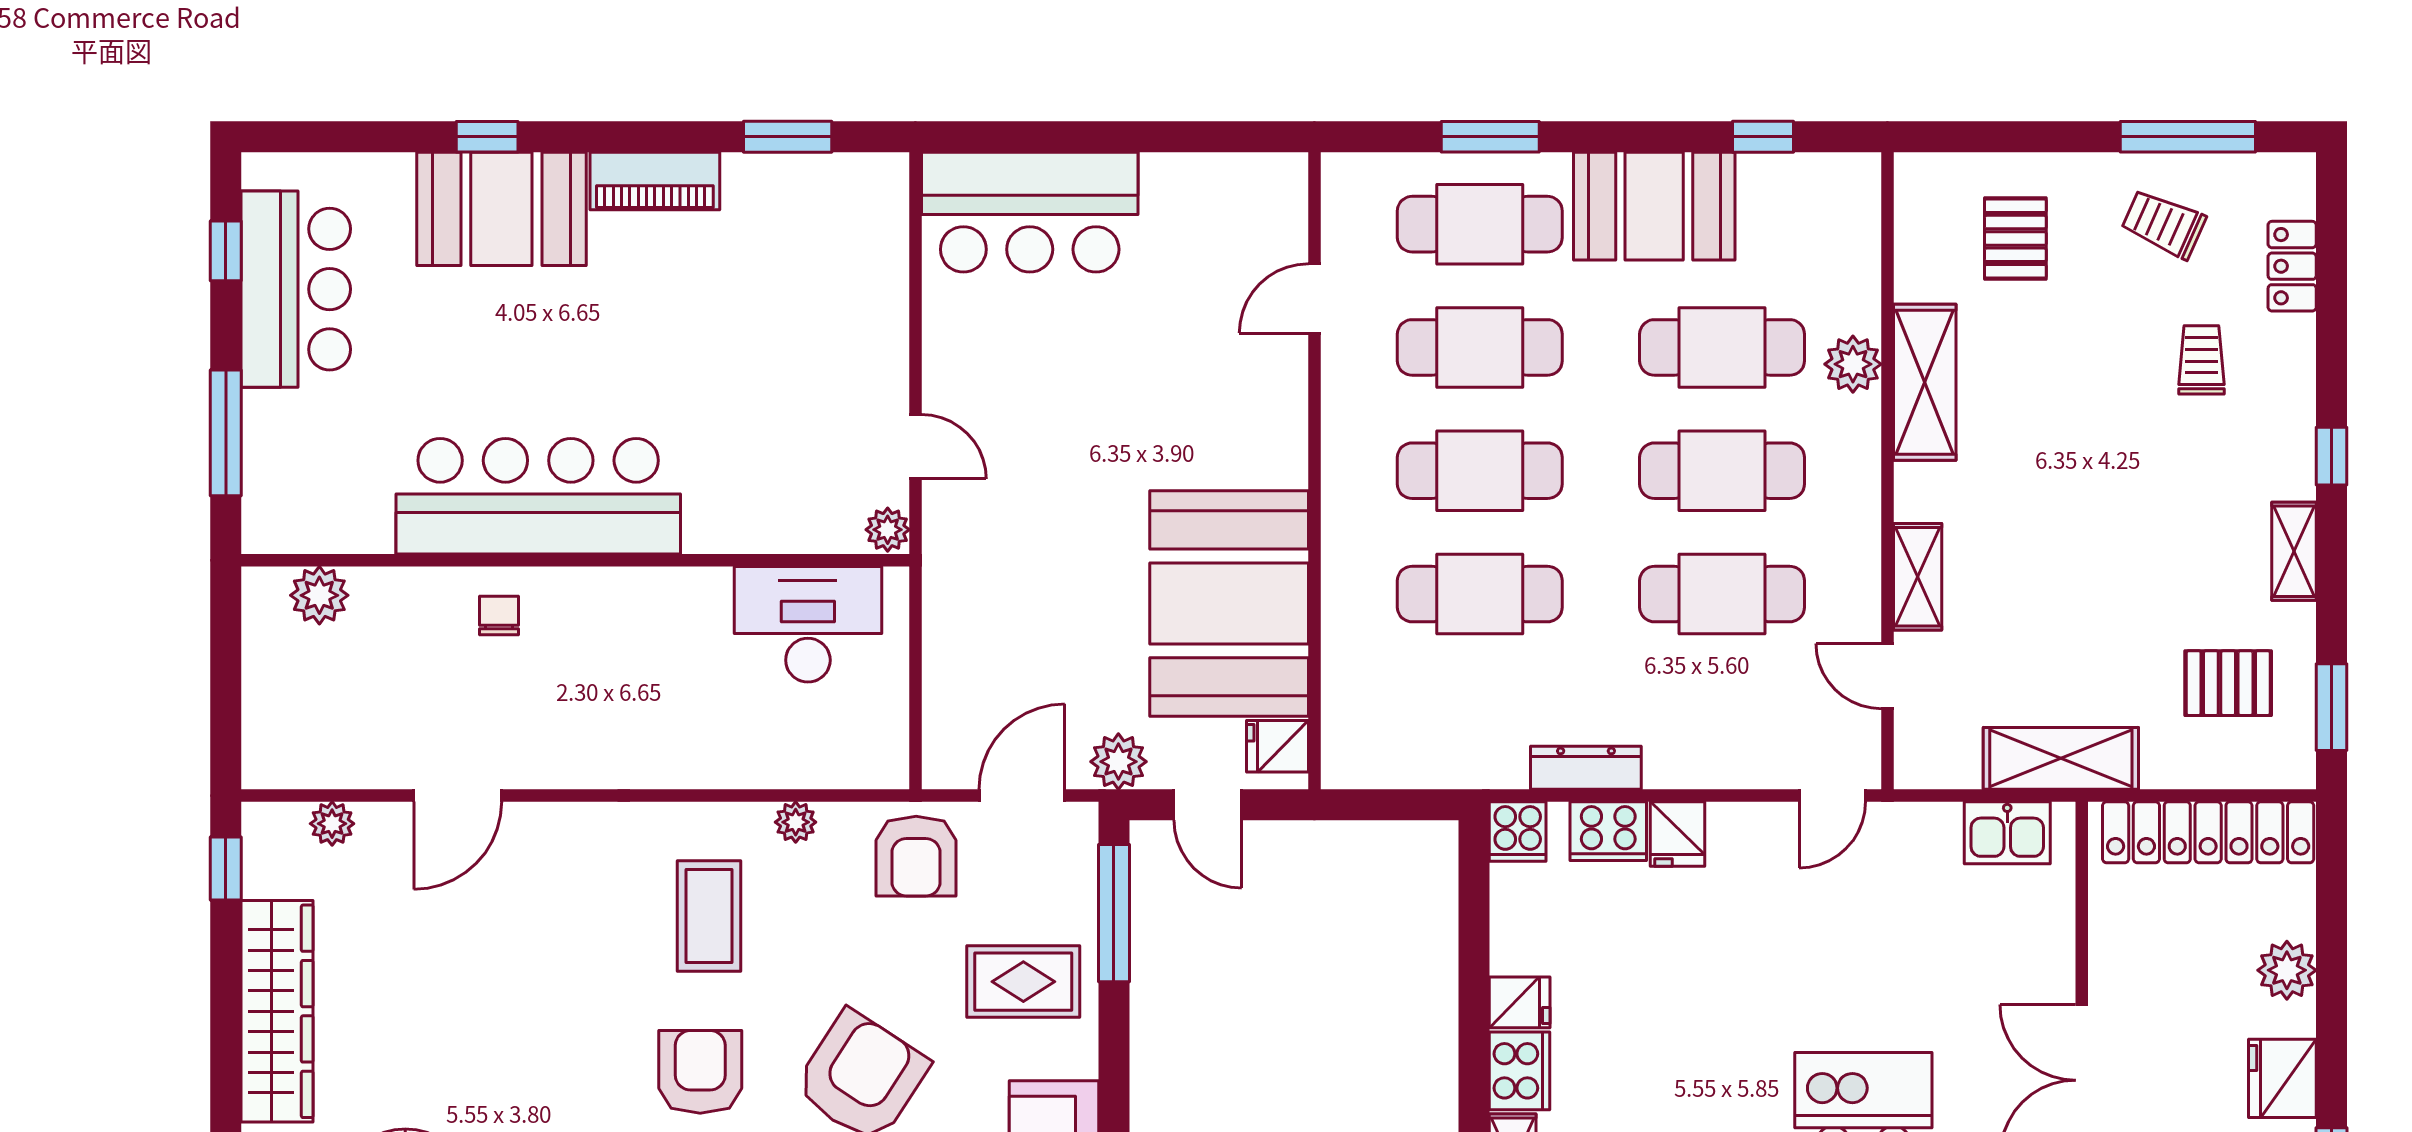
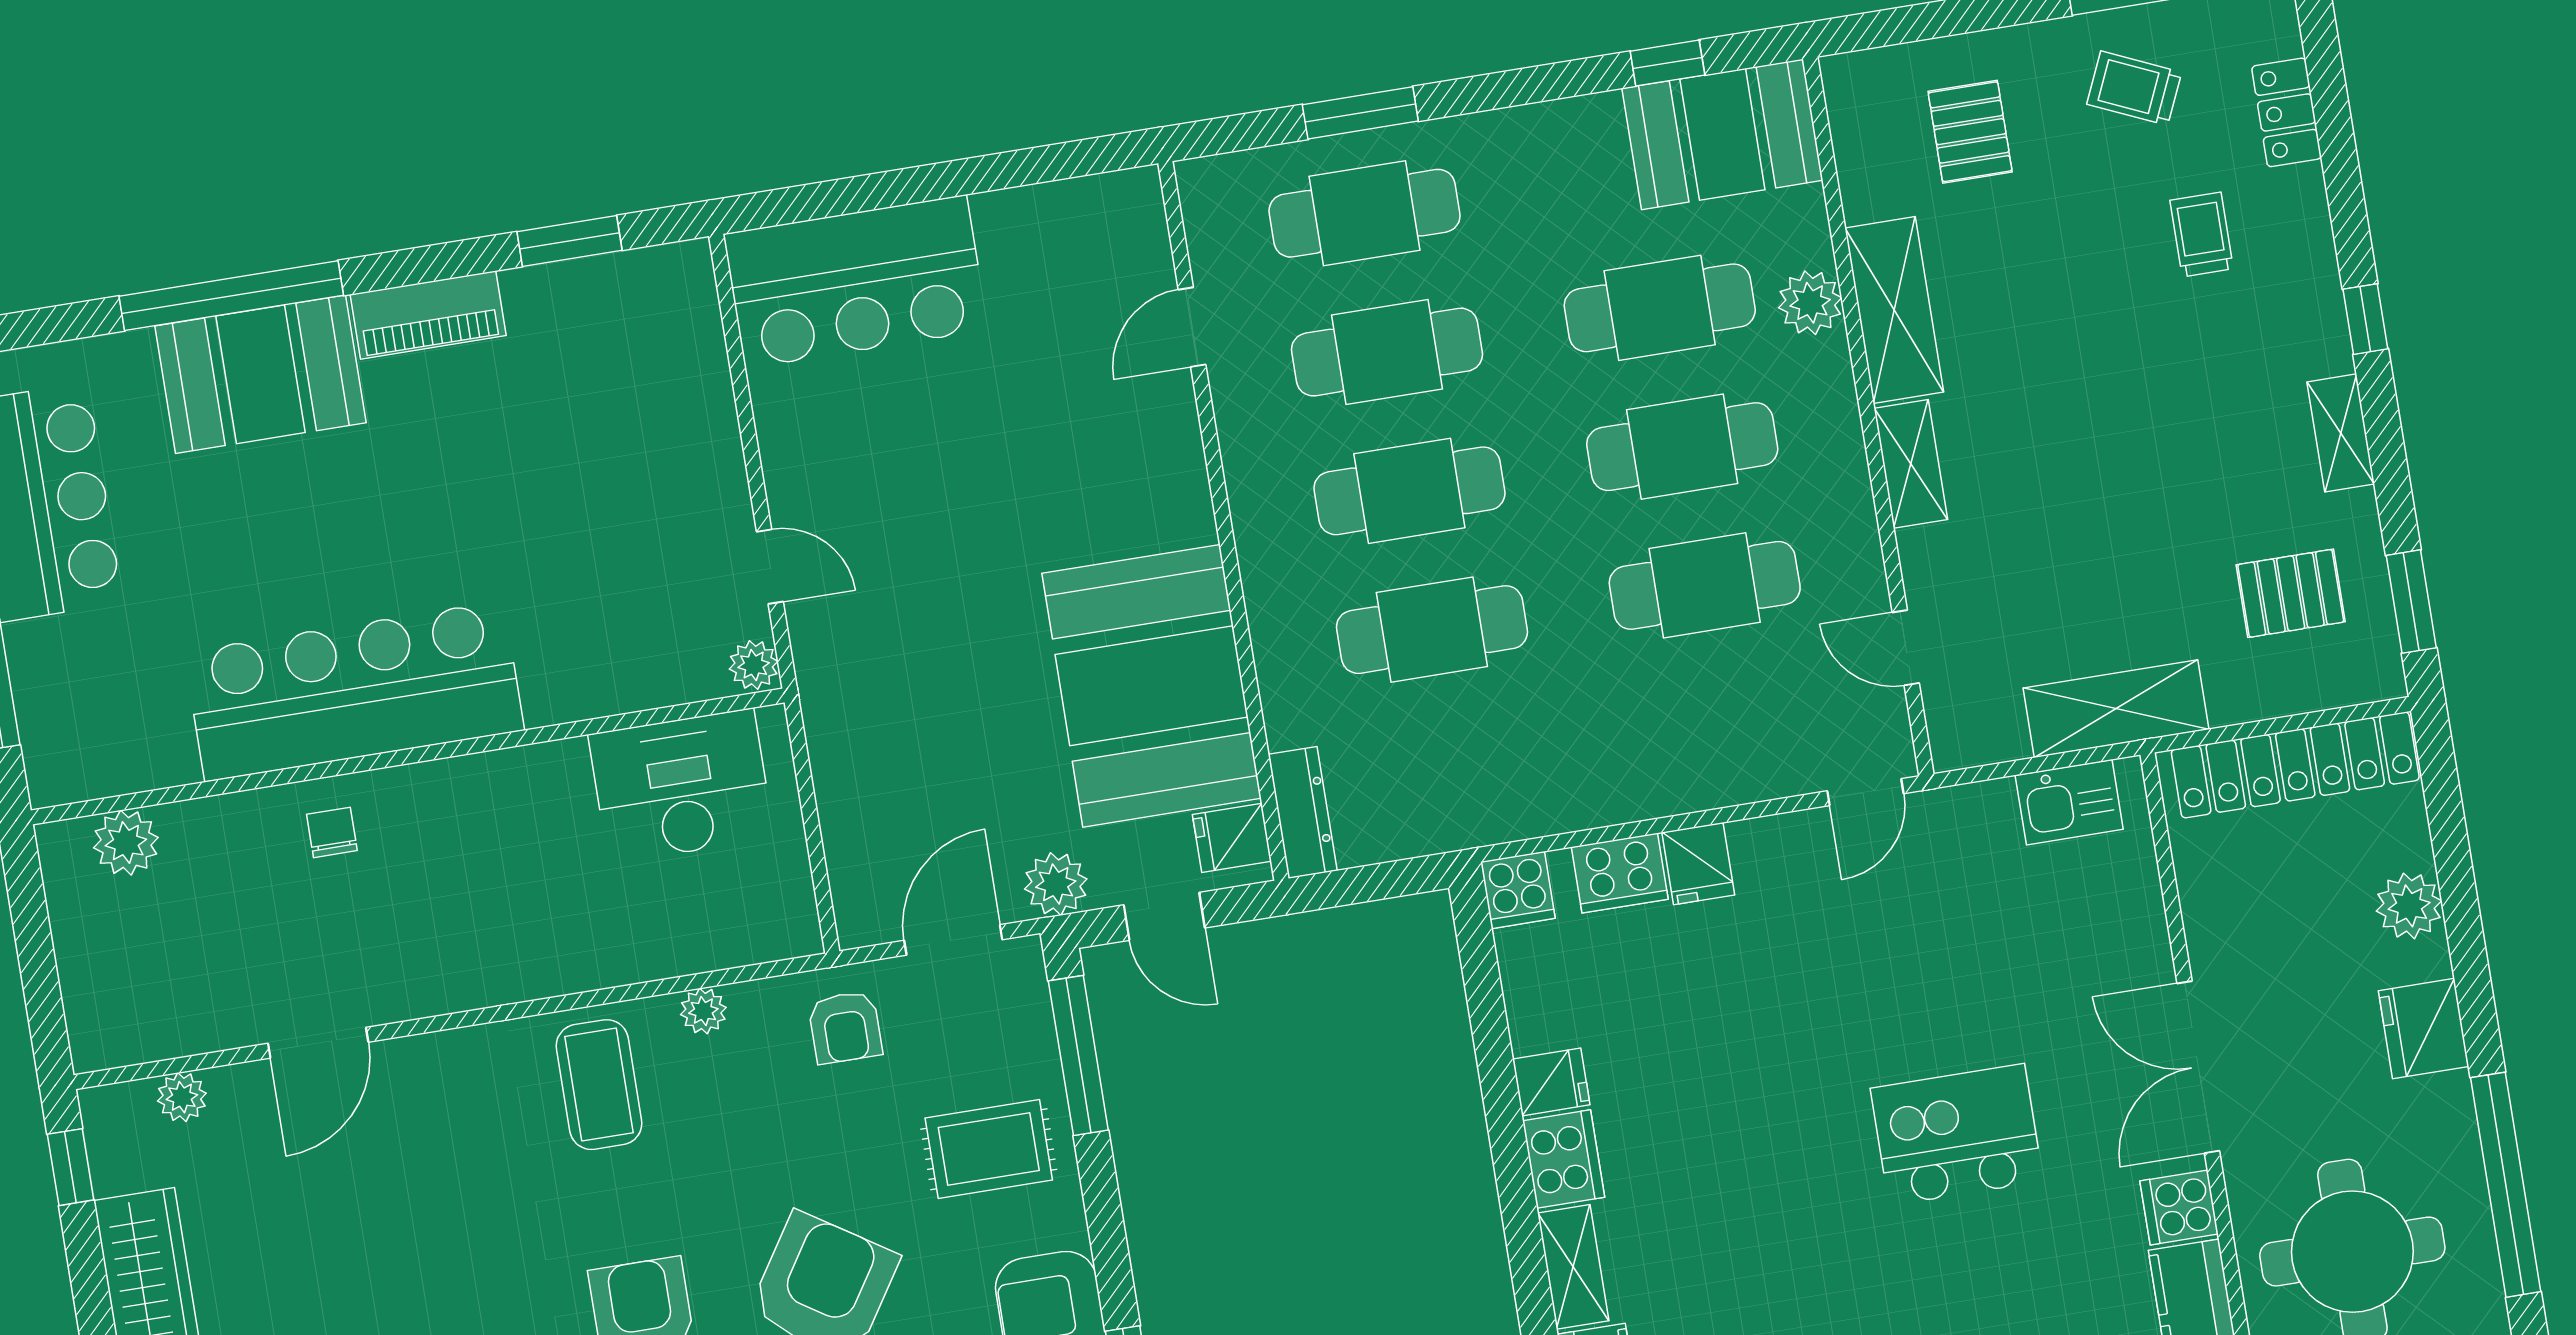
window: (487, 137) -> (231, 296), width x3.17
booth: (1654, 206) -> (1722, 134), moved
shelving: (1918, 577) -> (1911, 464), moved
dresser: (1586, 768) -> (1303, 812), moved, turned 90
armchair: (916, 856) -> (845, 1027), width x0.72, depth x0.72
coffee table: (709, 916) -> (599, 1085), moved

